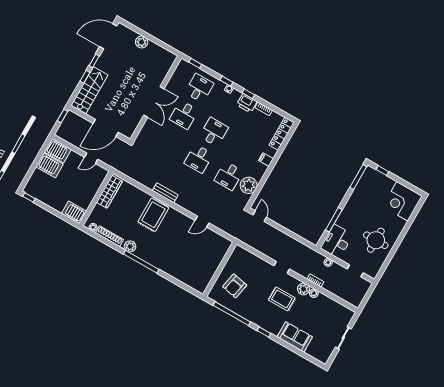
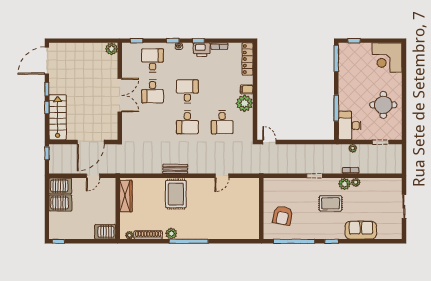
plant: (142, 42) -> (111, 49), moved
plant: (249, 185) -> (244, 103), moved

